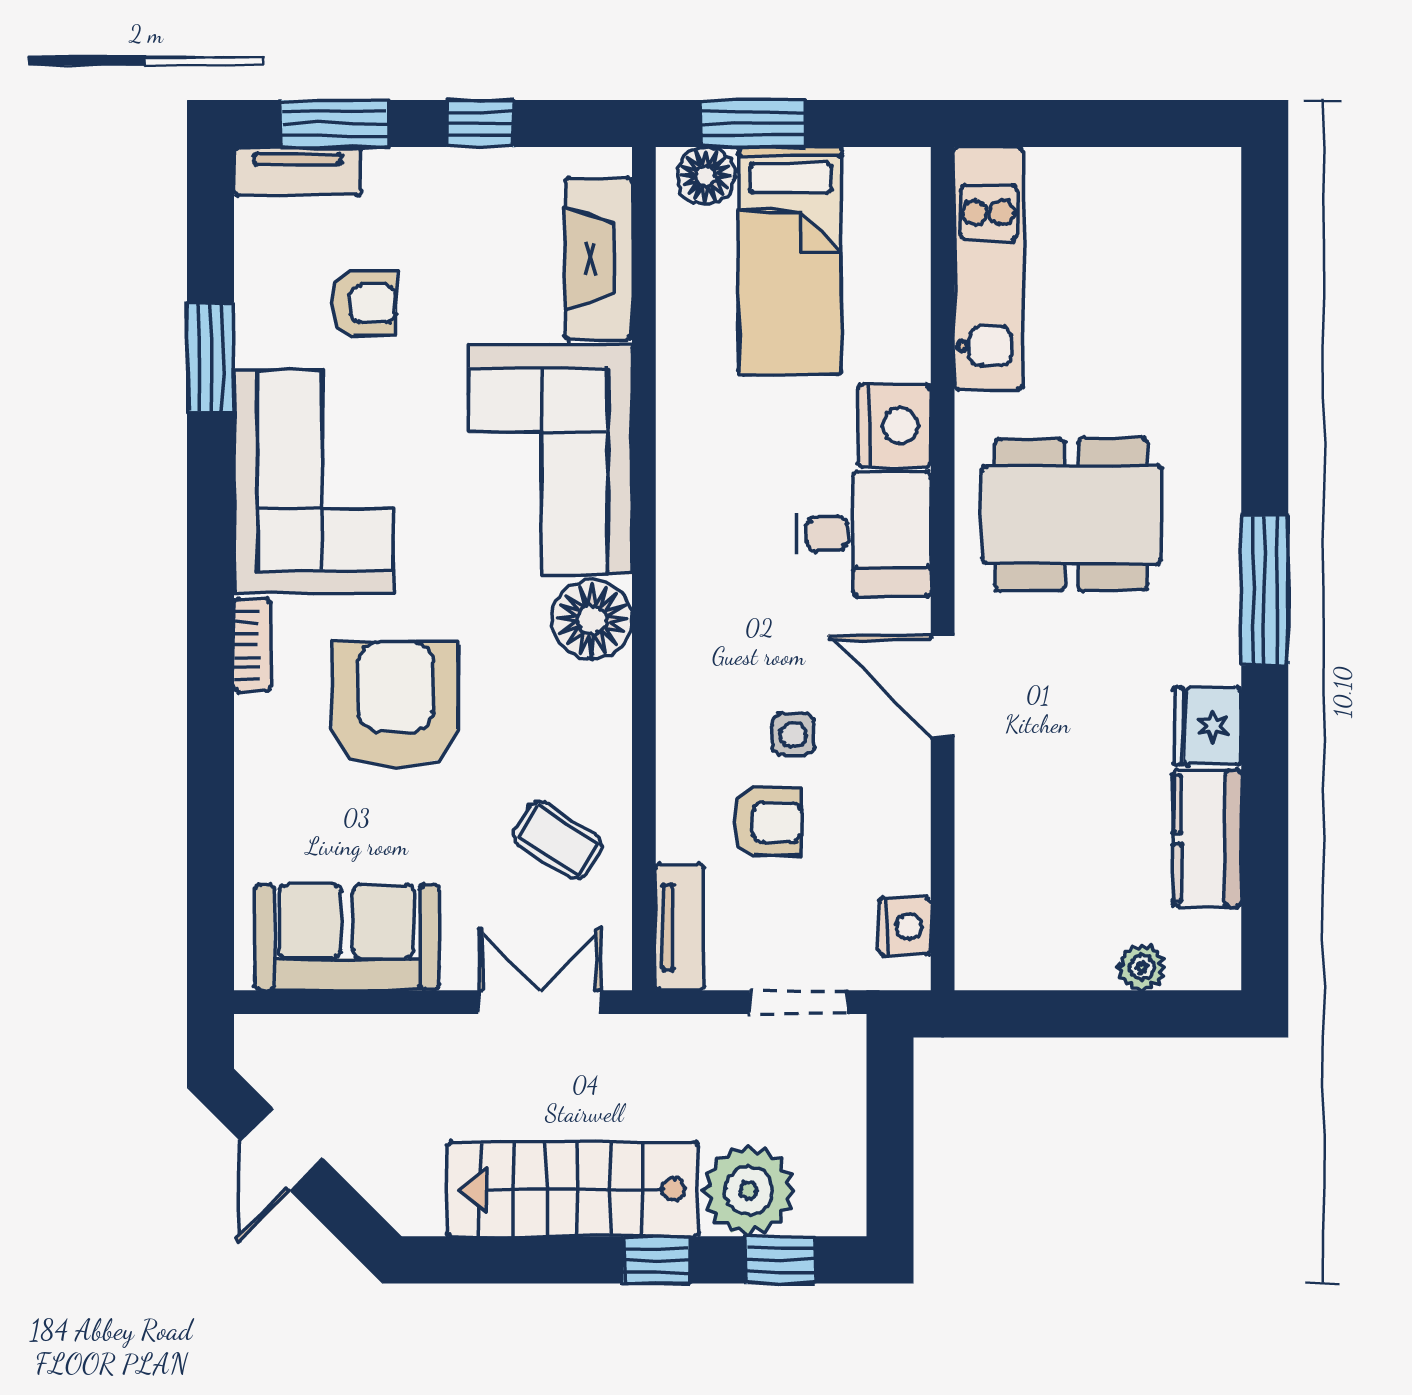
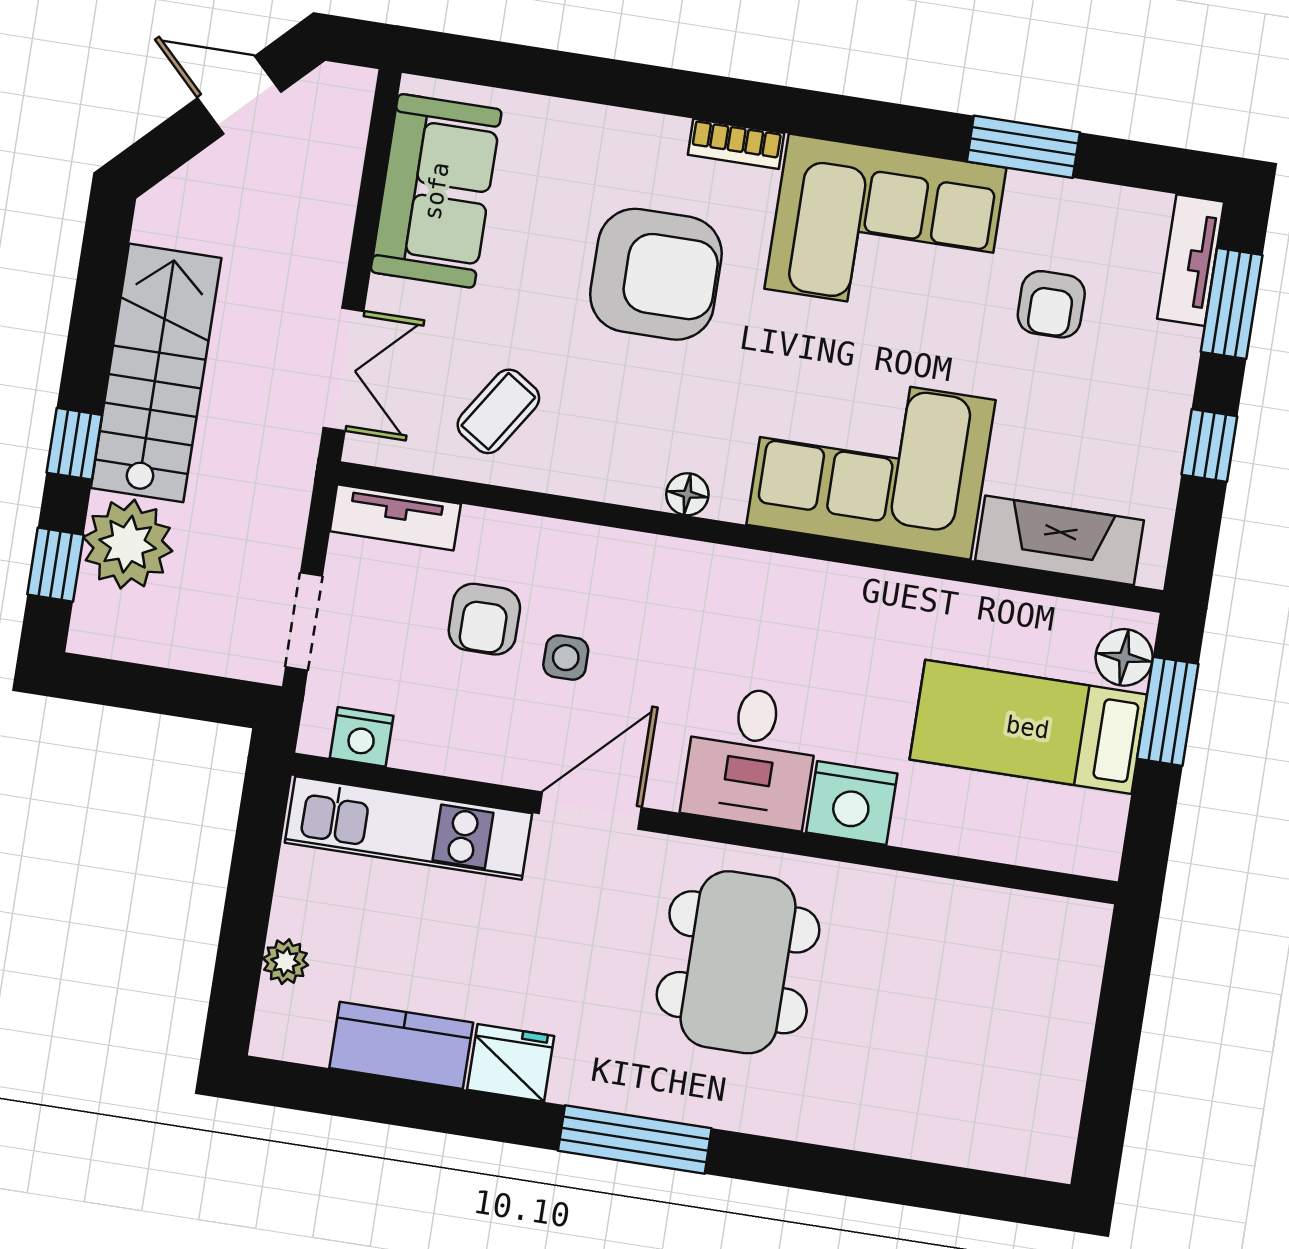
kitchen unit: (989, 268) -> (409, 828), moved
floor lamp: (592, 620) -> (687, 494), width x0.53, depth x0.53

